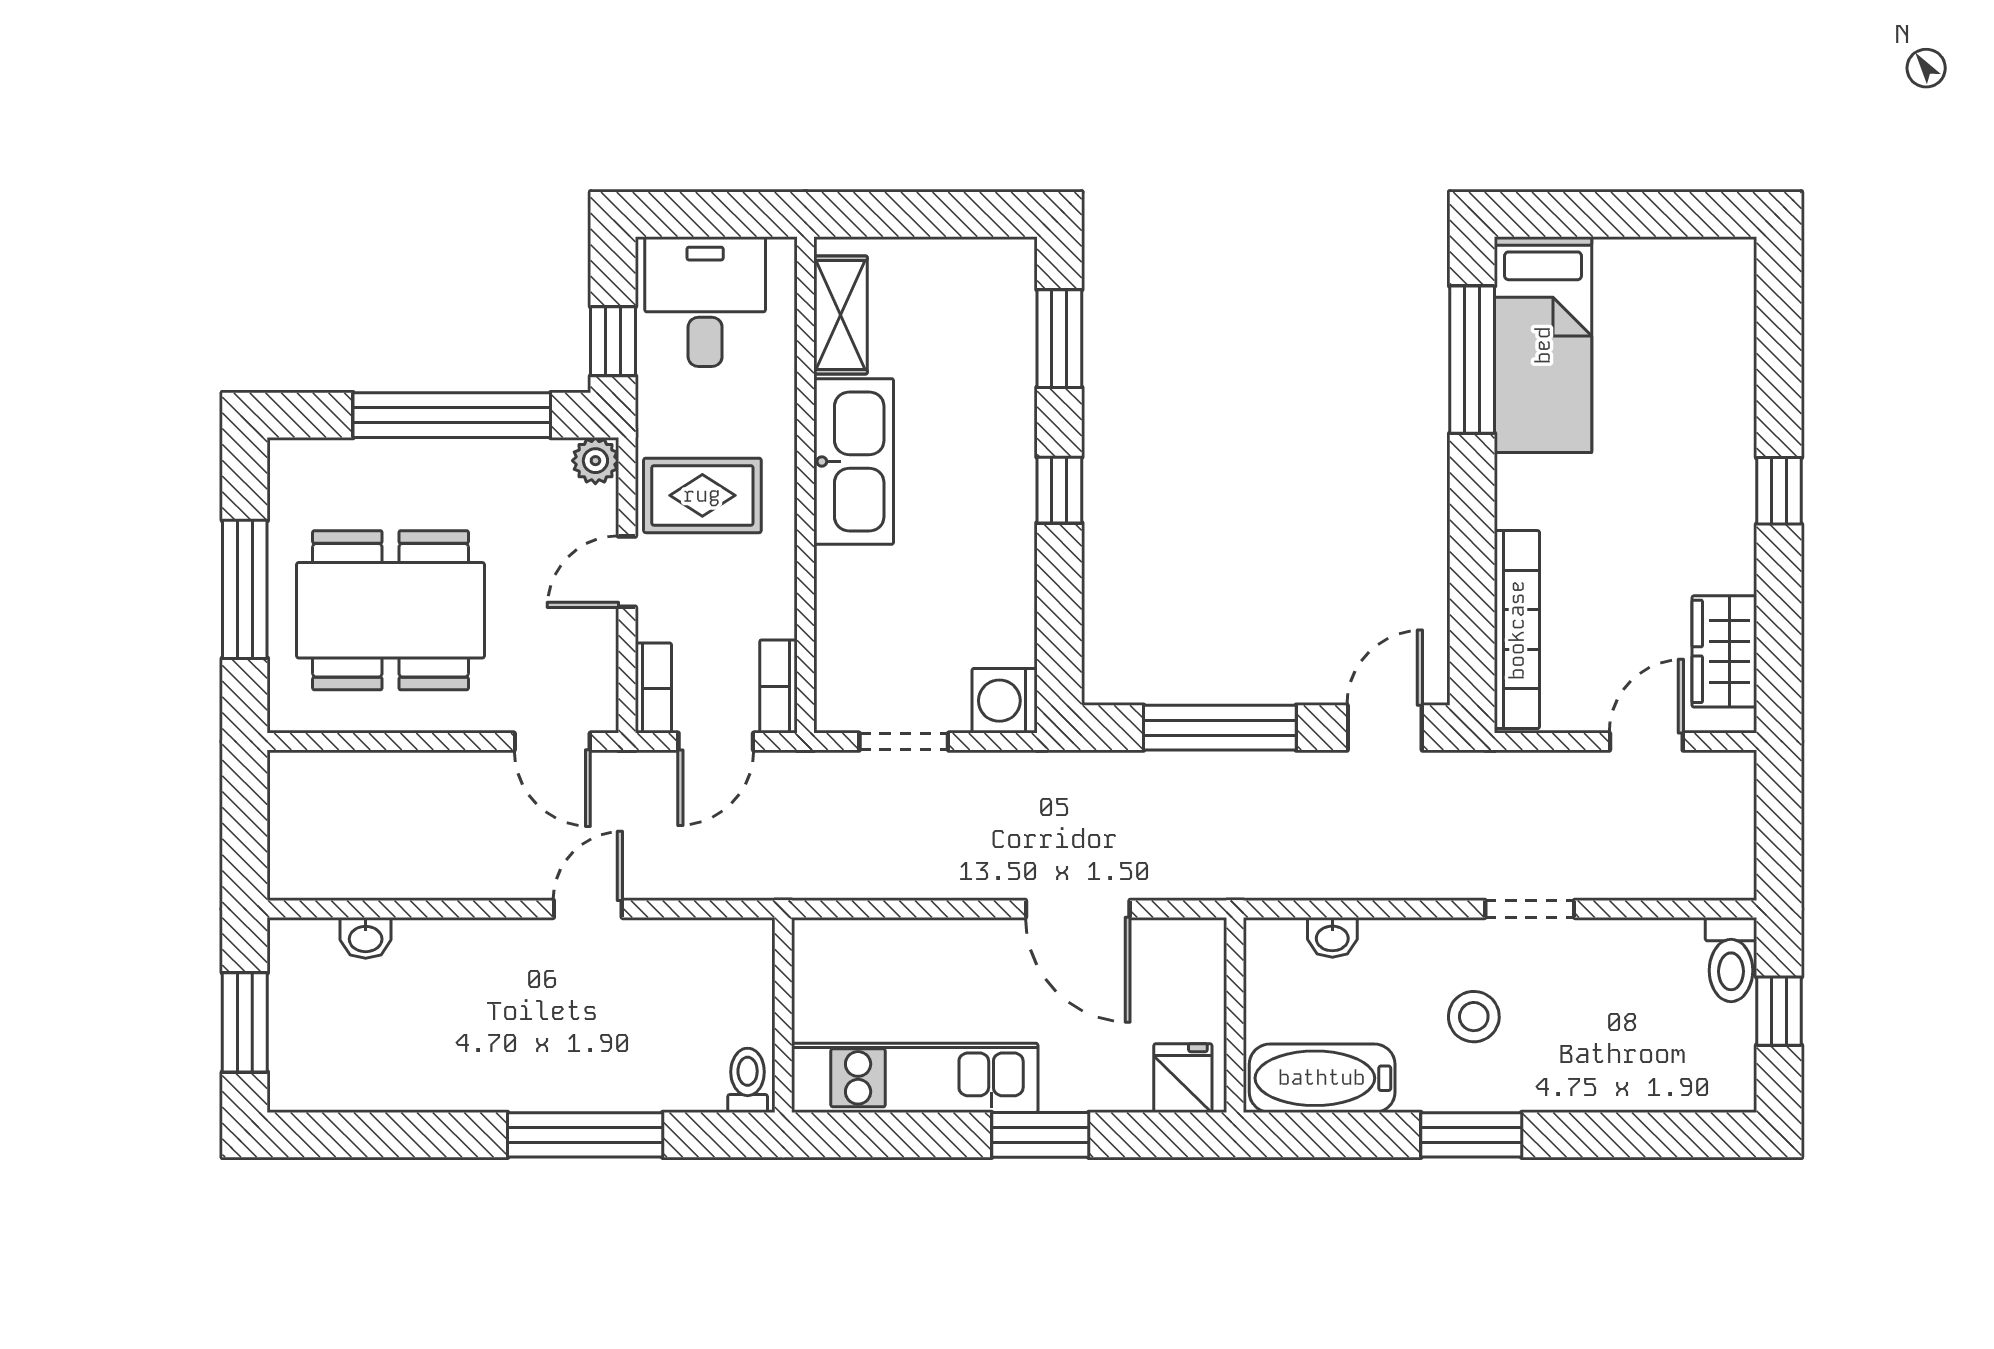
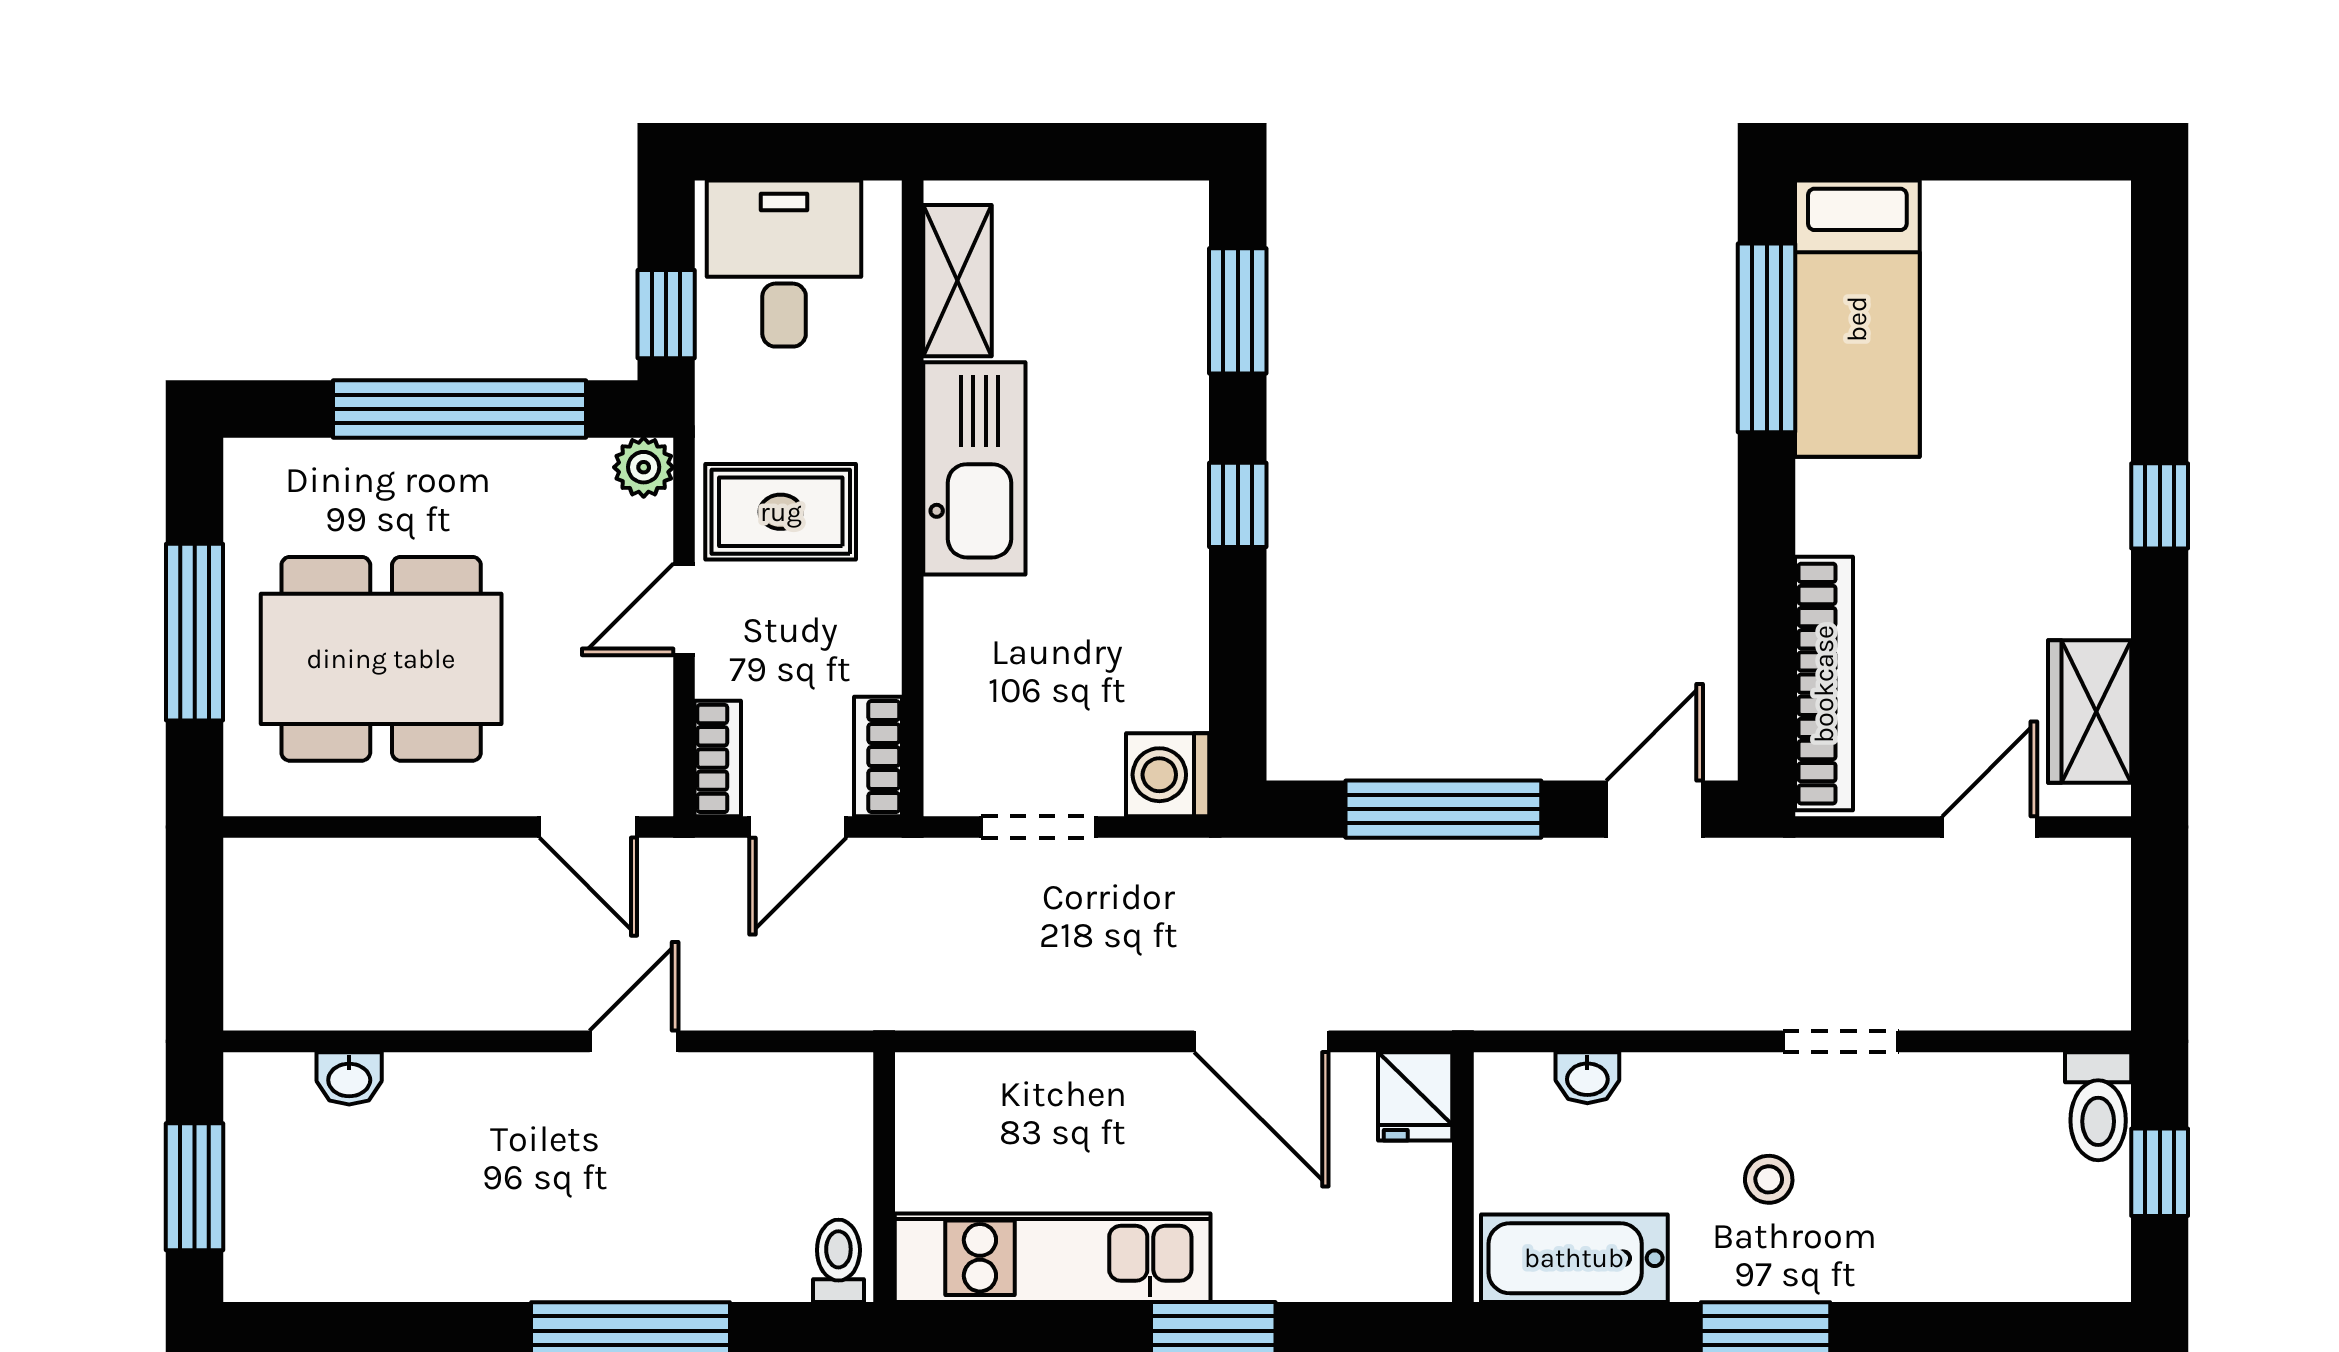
stool: (1474, 1017) -> (1769, 1179), width x0.73, depth x0.73
fridge: (1183, 1078) -> (1415, 1096), moved, turned 180

